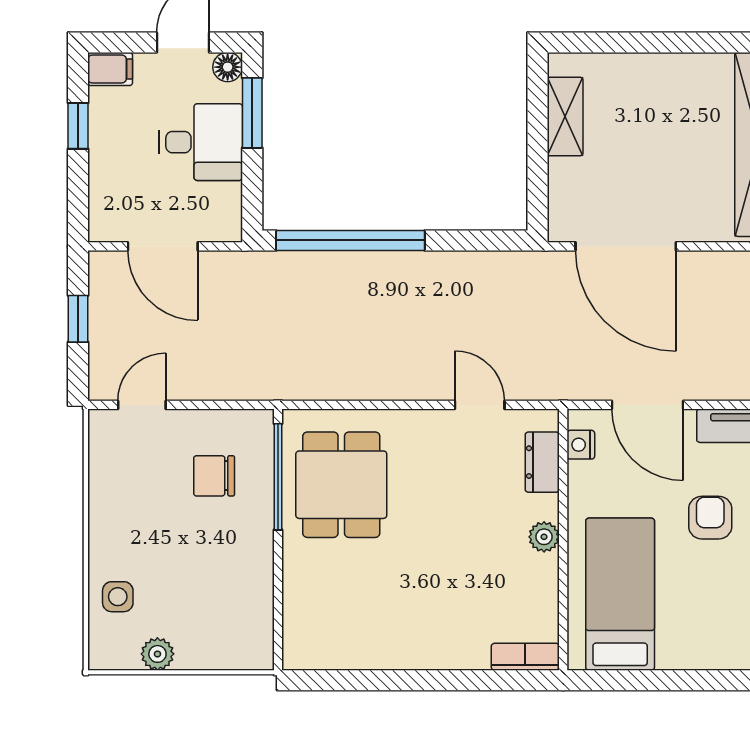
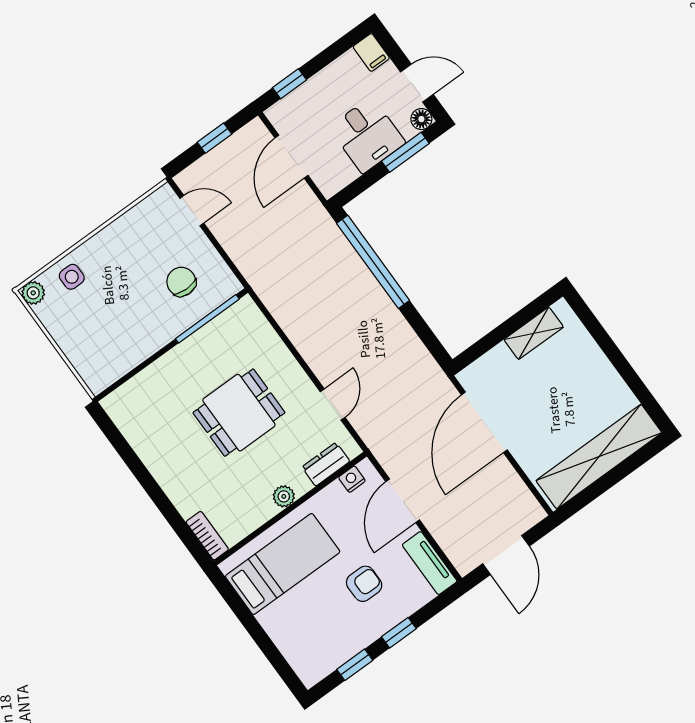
window: (78, 126) -> (289, 84), moved
dining table: (341, 485) -> (239, 413), moved
plant: (157, 654) -> (33, 293), moved

